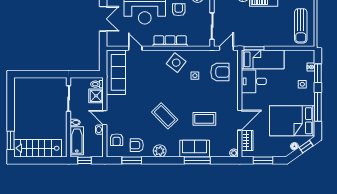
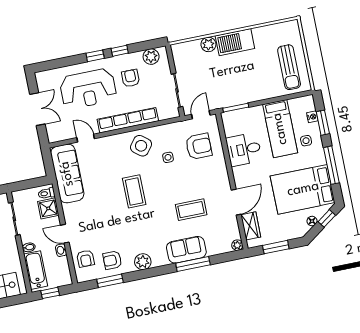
row of seats: (170, 41) -> (128, 120), width x1.36
bed: (263, 59) -> (280, 129), moved, turned 90
coffee table: (165, 116) -> (134, 191), moved, turned 44

